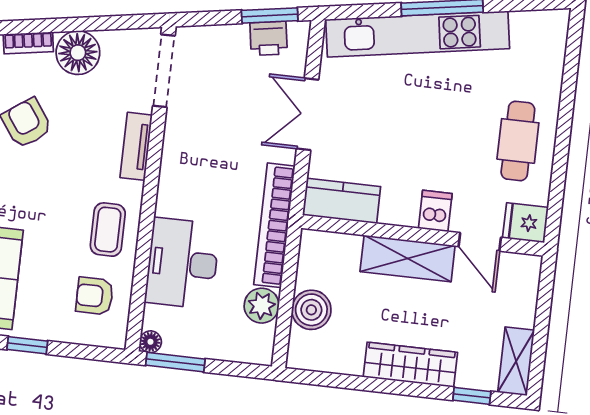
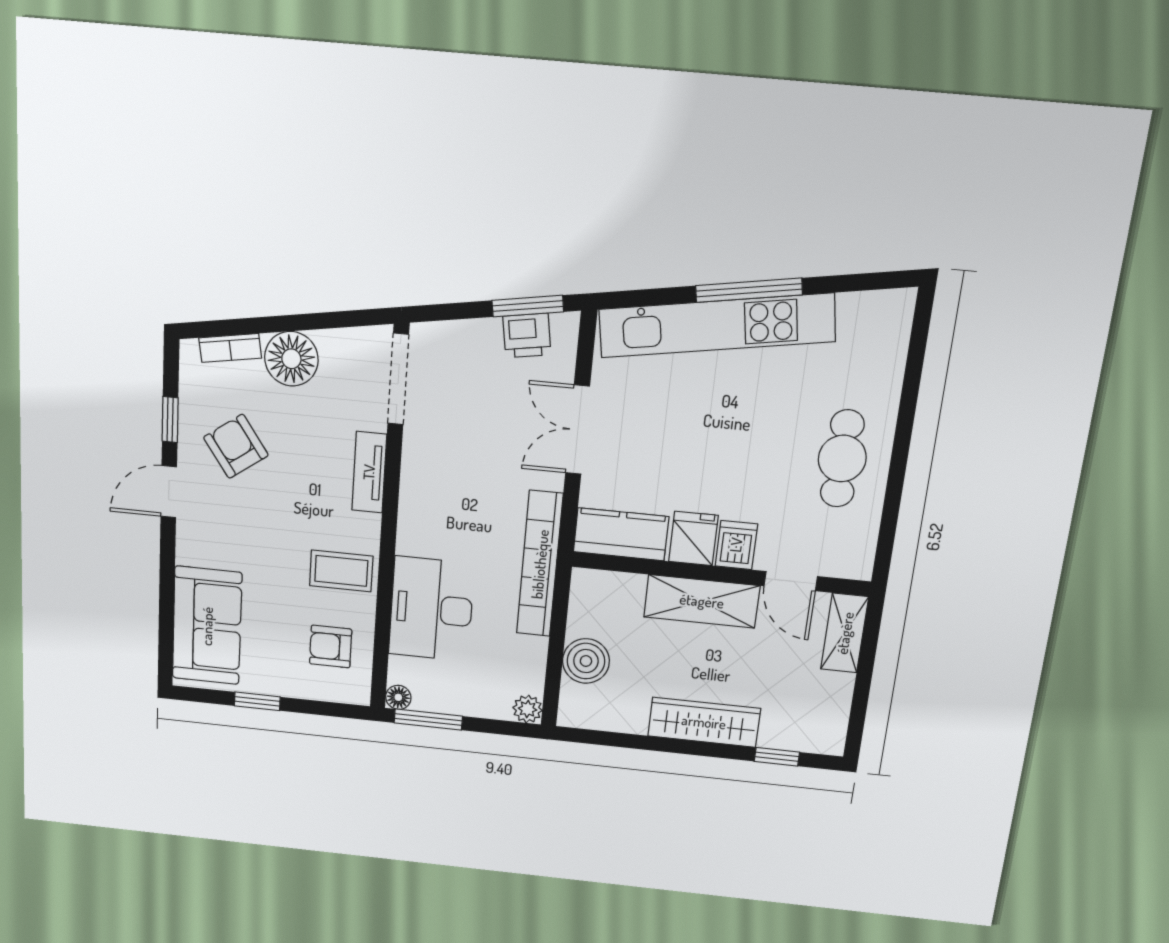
fridge: (526, 223) -> (693, 538), moved, turned 90
coffee table: (108, 230) -> (341, 571), turned 90
plant: (262, 306) -> (528, 709), moved, width x0.73, depth x0.73
shelving: (516, 361) -> (845, 633), moved

